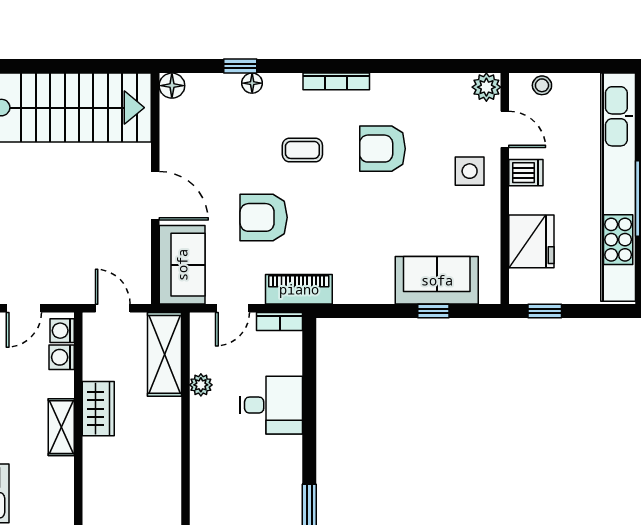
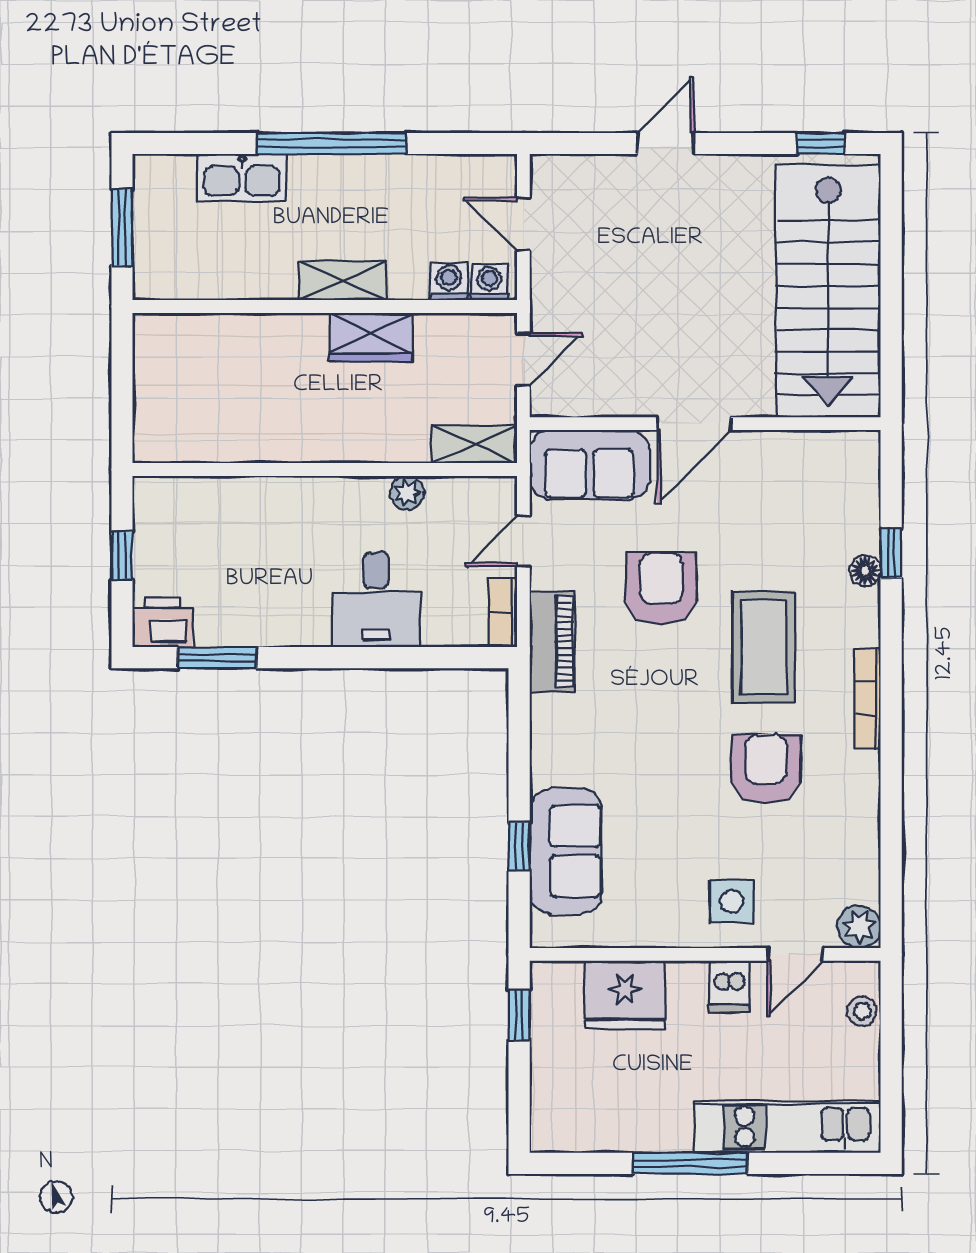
floor lamp: (172, 86) -> (862, 449), removed
coffee table: (302, 150) -> (764, 647), width x1.86, depth x1.72
kitchen unit: (618, 187) -> (787, 1127), width x0.54
door: (233, 308) -> (523, 541), hinge flipped
shelving: (165, 354) -> (474, 444), width x0.67, depth x0.75

